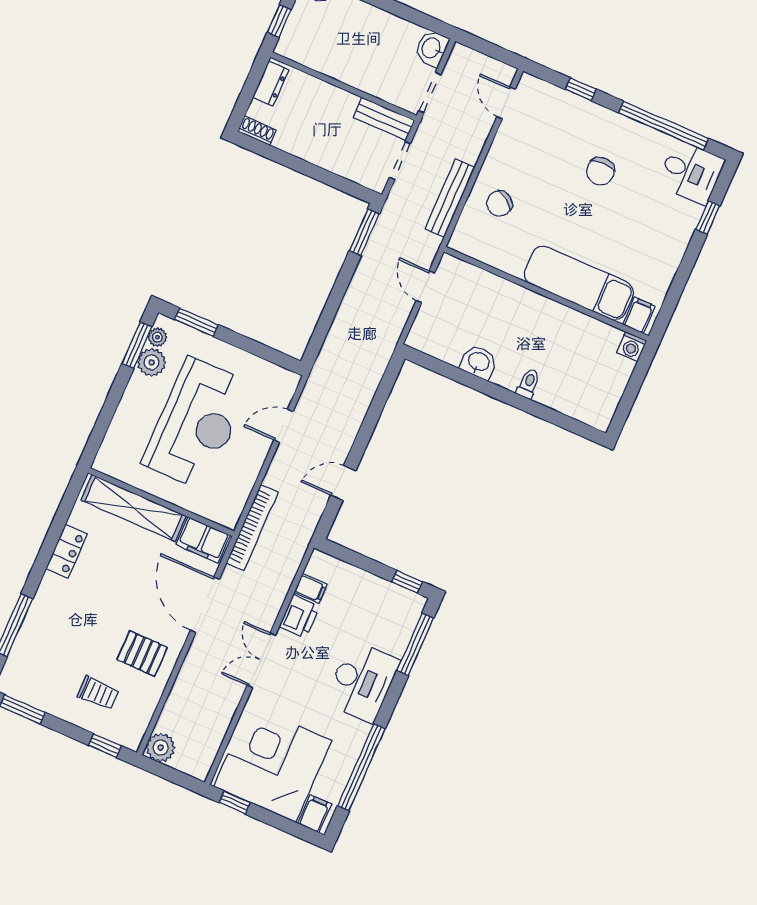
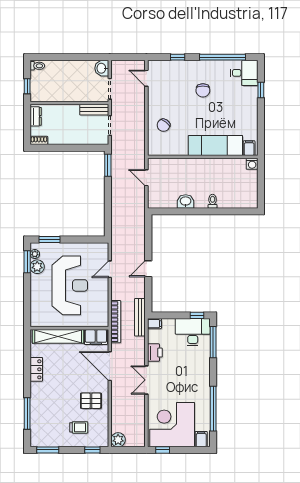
bench: (450, 198) -> (140, 317), moved
door: (343, 483) -> (148, 269), moved
filing cabinet: (311, 589) -> (154, 324), moved
desk: (362, 681) -> (193, 332), moved, turned -90

